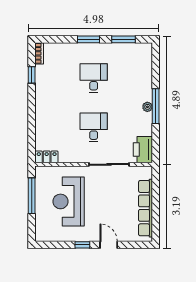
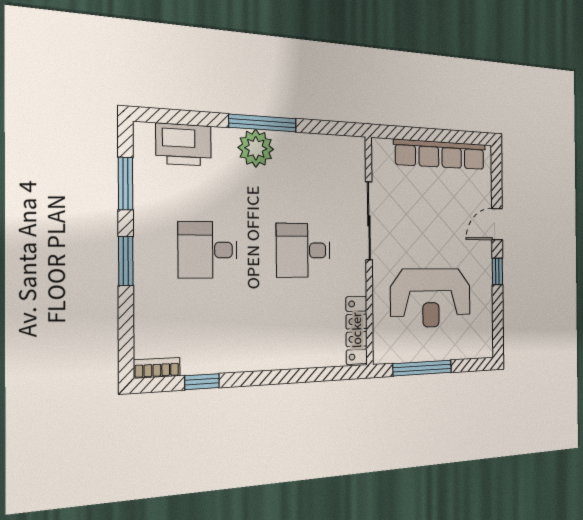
plant: (147, 107) -> (256, 148), width x1.87, depth x1.87
printer: (143, 150) -> (184, 145), moved
locker: (47, 157) -> (357, 330), width x1.53

